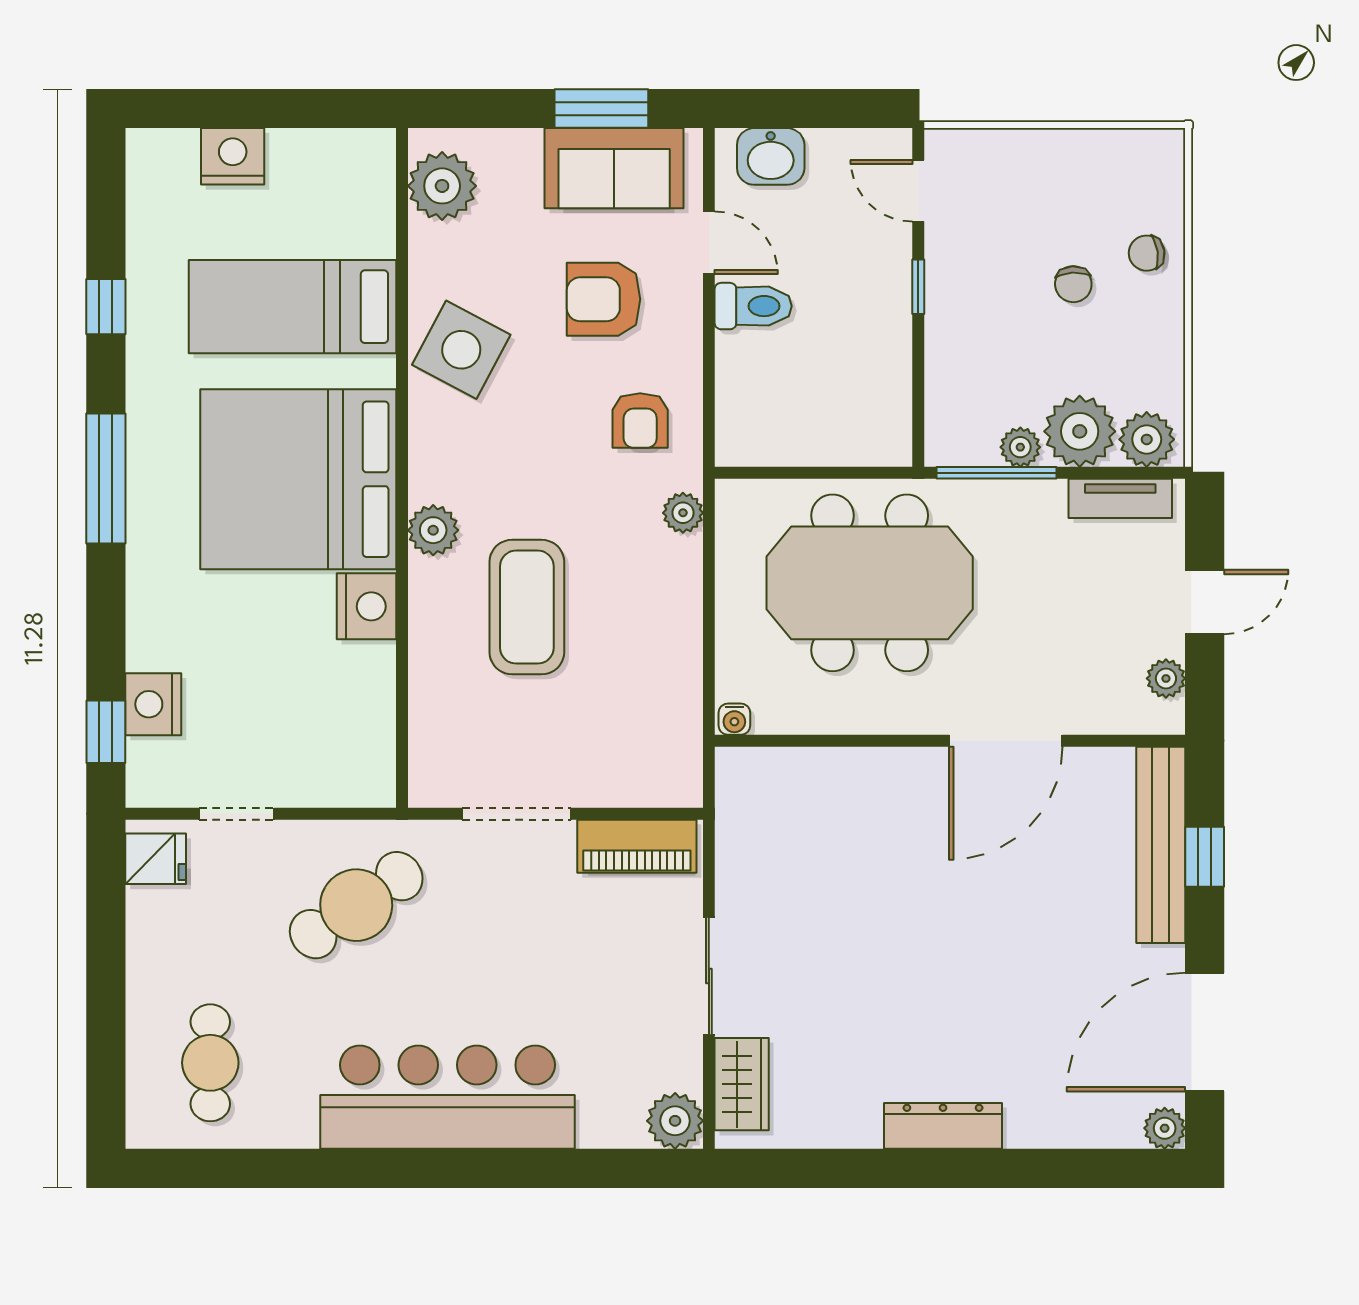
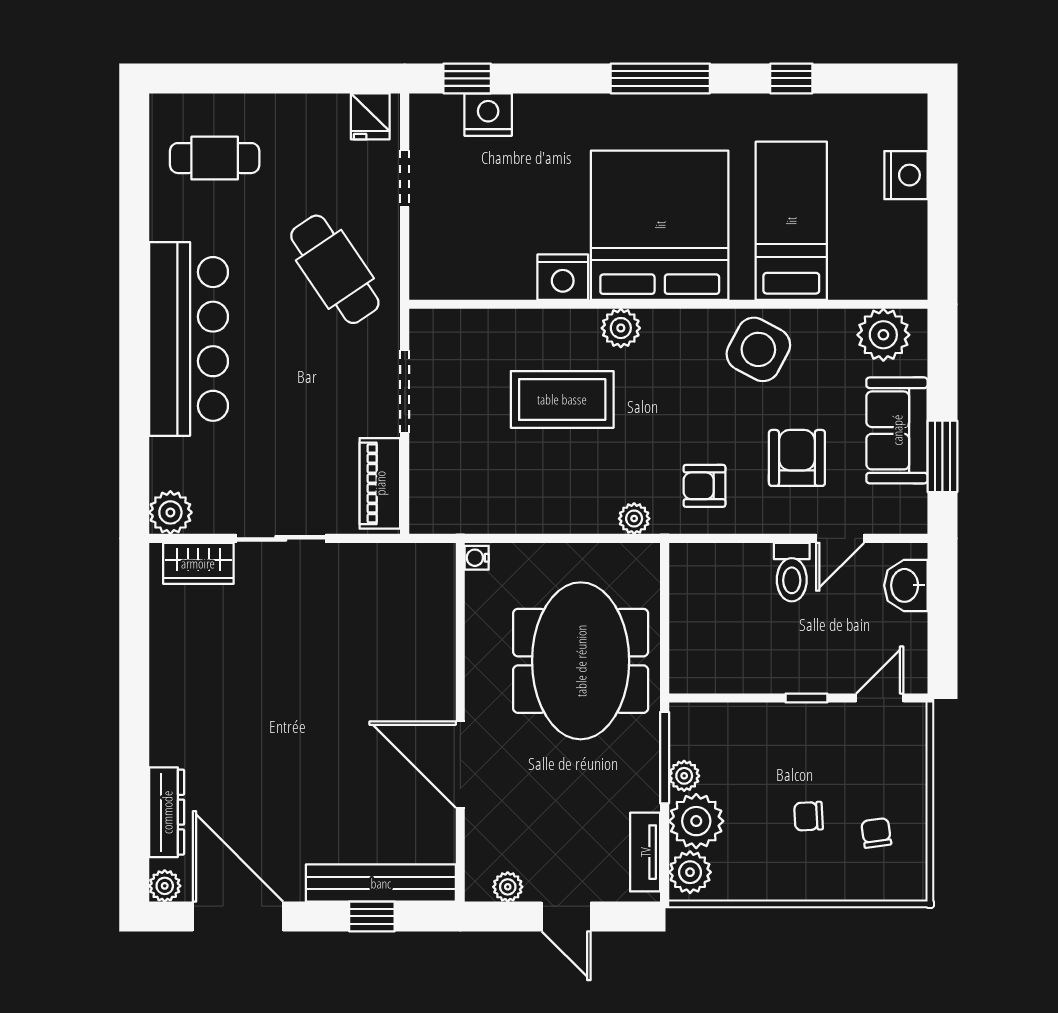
sofa: (614, 168) -> (897, 430), moved
chair: (1147, 253) -> (876, 833), moved
dresser: (943, 1126) -> (167, 812), moved

